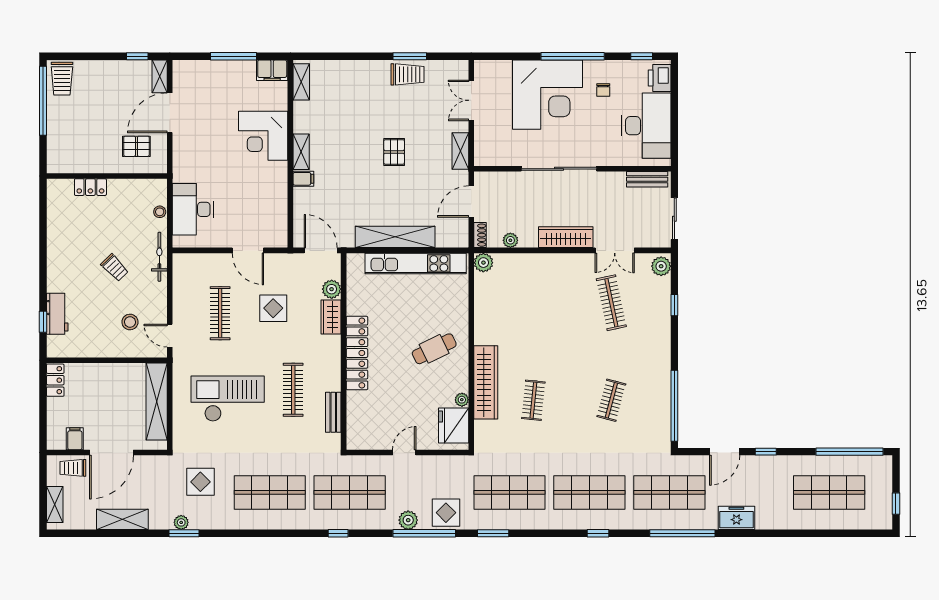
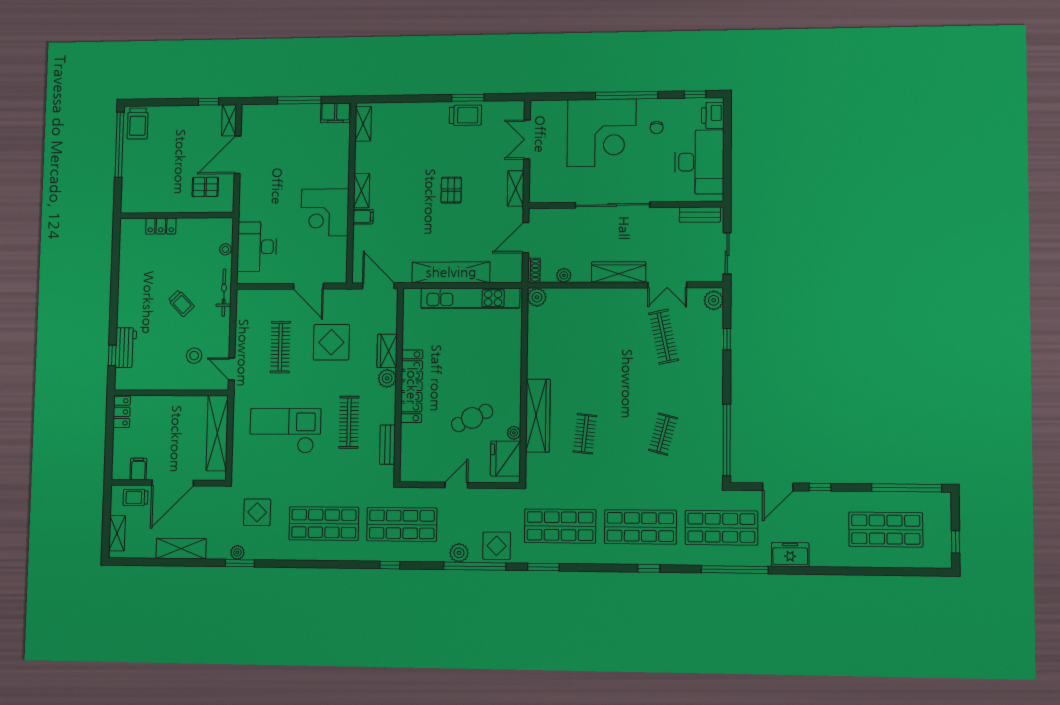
corner desk: (263, 136) -> (325, 212), moved
plant: (332, 289) -> (387, 378), moved
display table: (273, 308) -> (331, 342), width x1.36, depth x1.36
cafe table: (434, 349) -> (472, 418), moved

